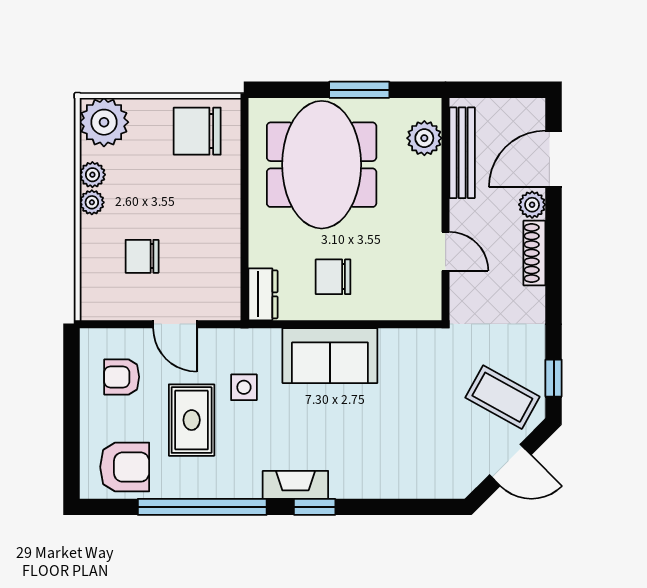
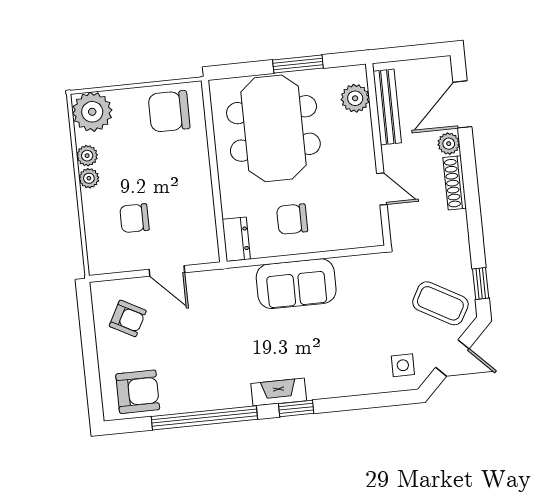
armchair: (122, 377) -> (128, 318), turned -152
side table: (244, 387) -> (403, 365), moved
rug: (192, 420) -> (188, 348), removed

